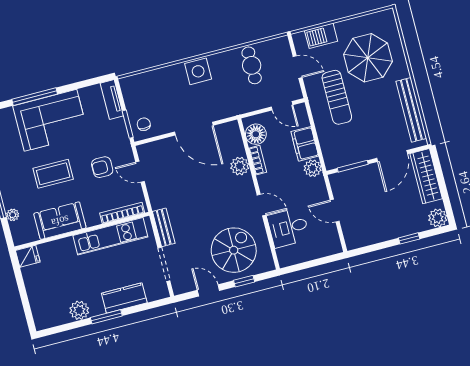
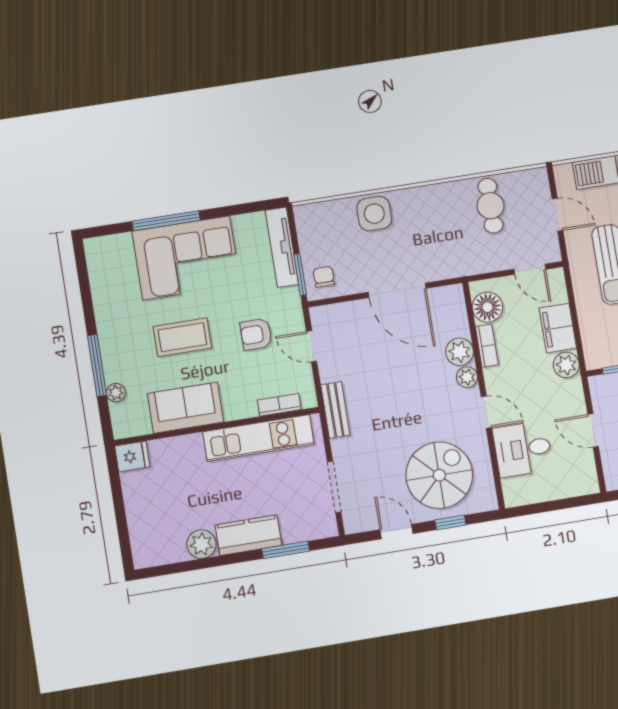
side table: (198, 71) -> (374, 214), moved
tv unit: (112, 100) -> (282, 247), width x1.41
plant: (246, 183) -> (467, 377), added
bookcase: (122, 213) -> (279, 405), width x0.64
bench: (164, 227) -> (335, 410), moved
kitchen counter: (124, 298) -> (249, 535), moved
window: (106, 317) -> (286, 550), moved

